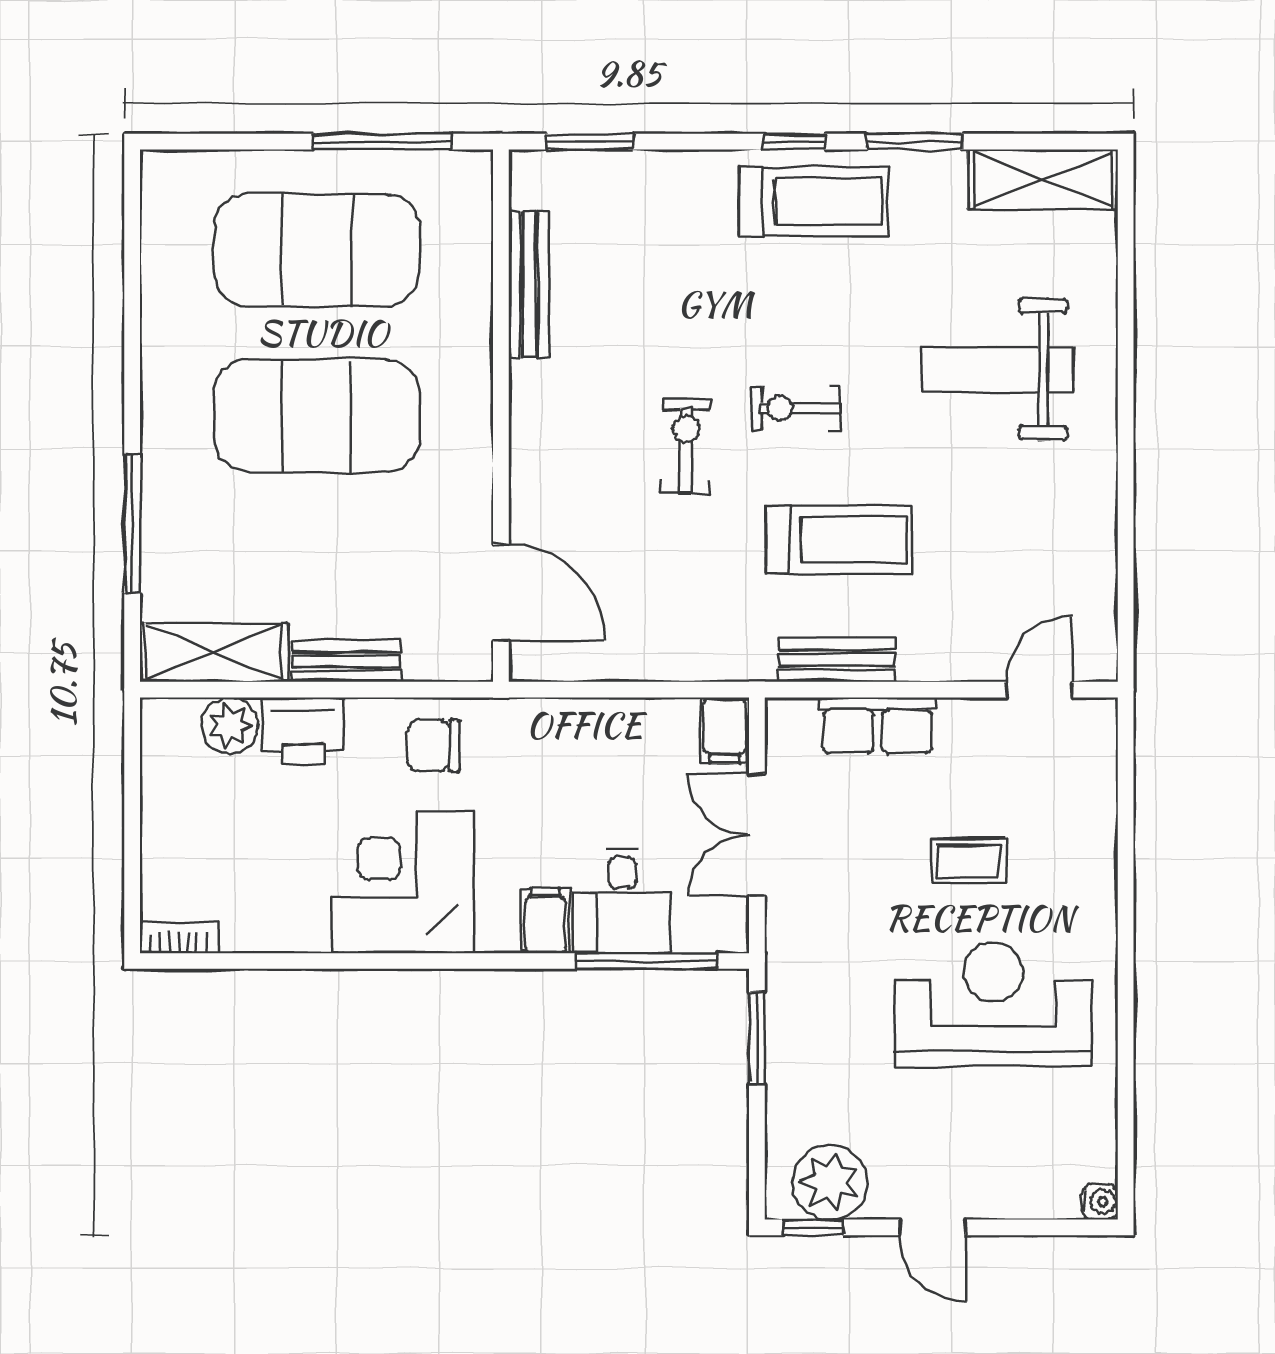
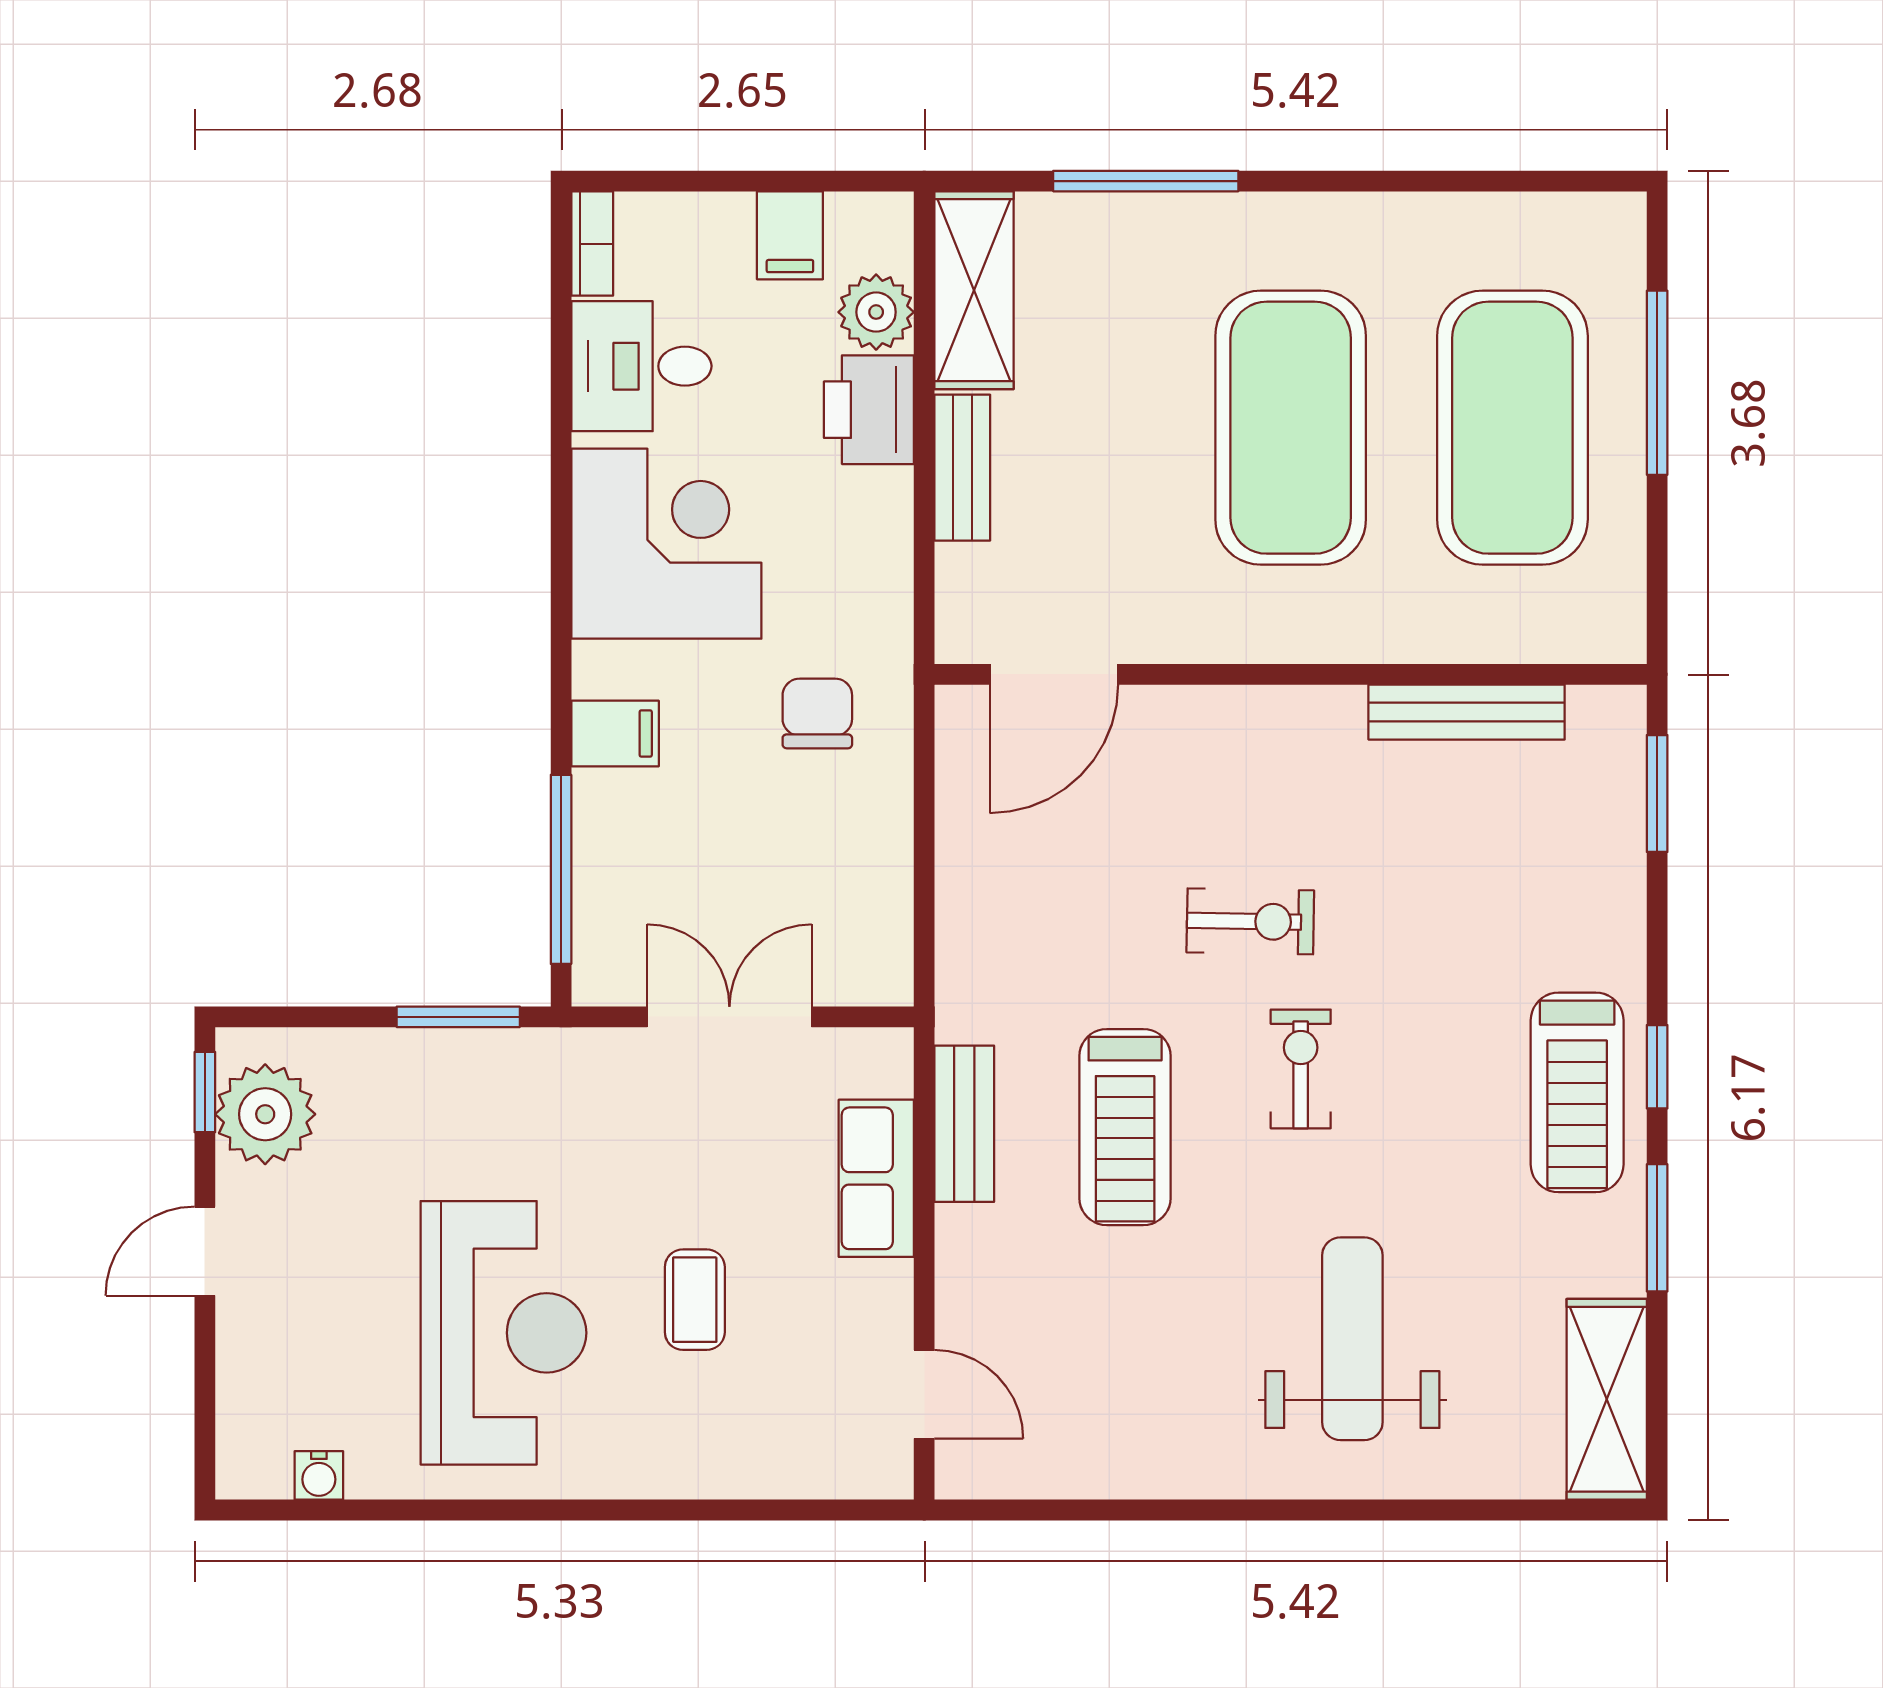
window: (381, 142) -> (1657, 383), moved
filing cabinet: (725, 730) -> (790, 235), moved, turned -90
chair: (434, 746) -> (817, 713), moved
desk: (622, 901) -> (641, 366), moved
water cooler: (1100, 1202) -> (319, 1475), moved

